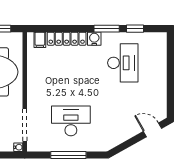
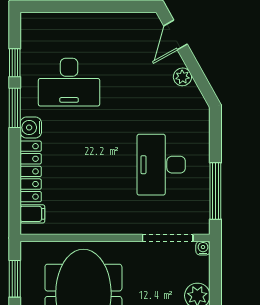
desk: (123, 63) -> (69, 82), turned 180
plant: (126, 134) -> (182, 77), added
window: (68, 155) -> (215, 191), moved

